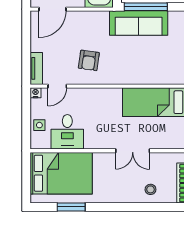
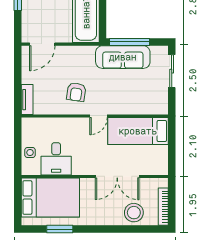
door: (57, 86) -> (99, 116), moved
nightstand: (36, 93) -> (26, 122), removed
double door: (133, 151) -> (117, 176), width x1.37
stool: (150, 189) -> (134, 213), width x1.89, depth x1.89

